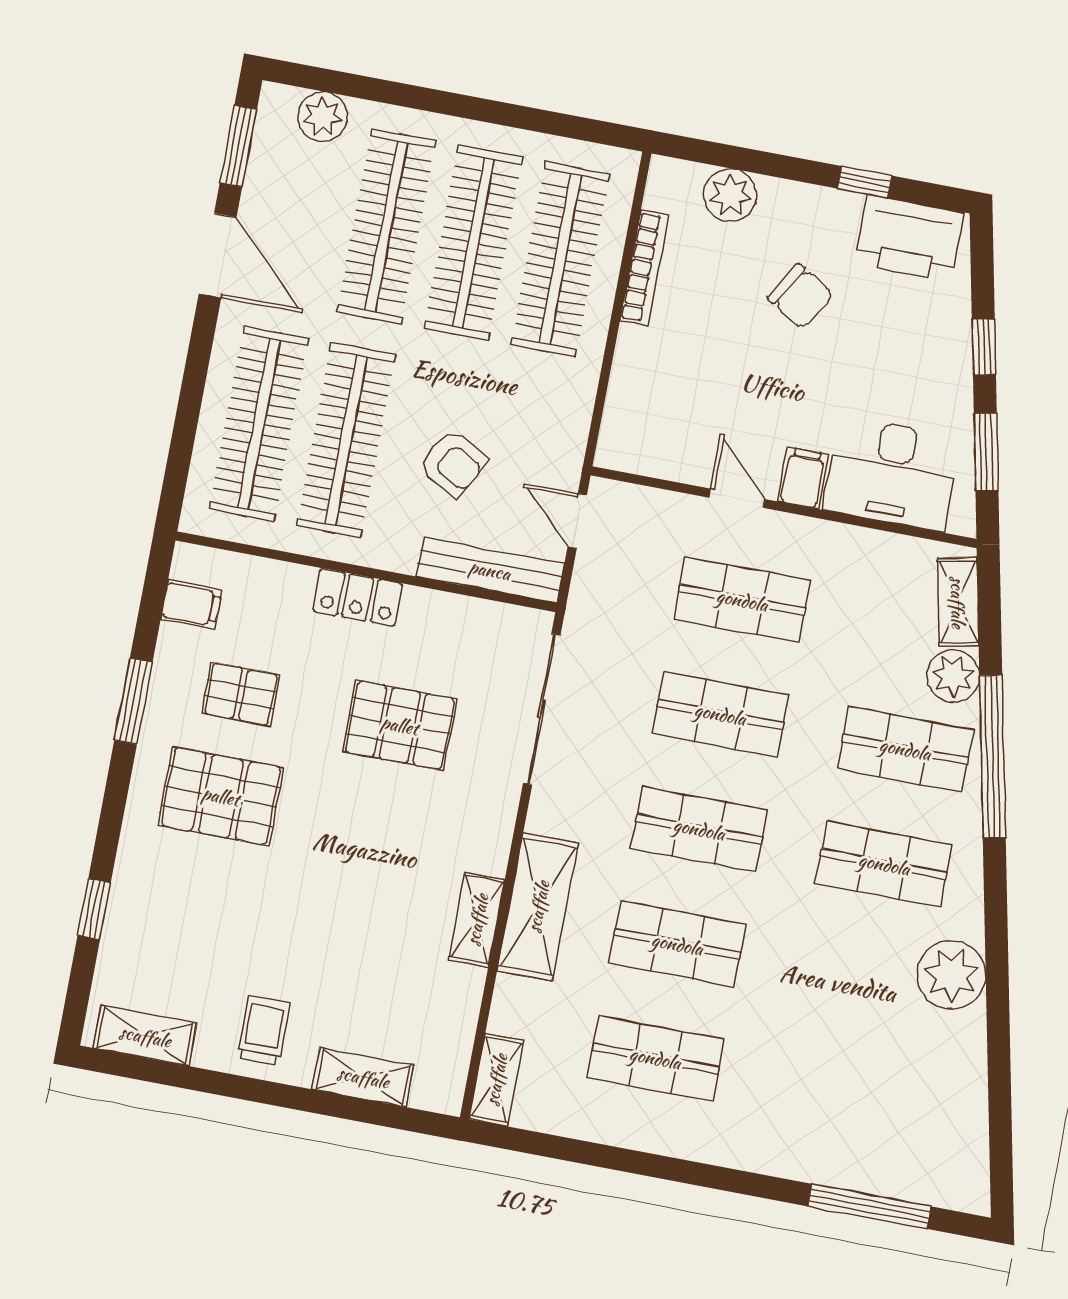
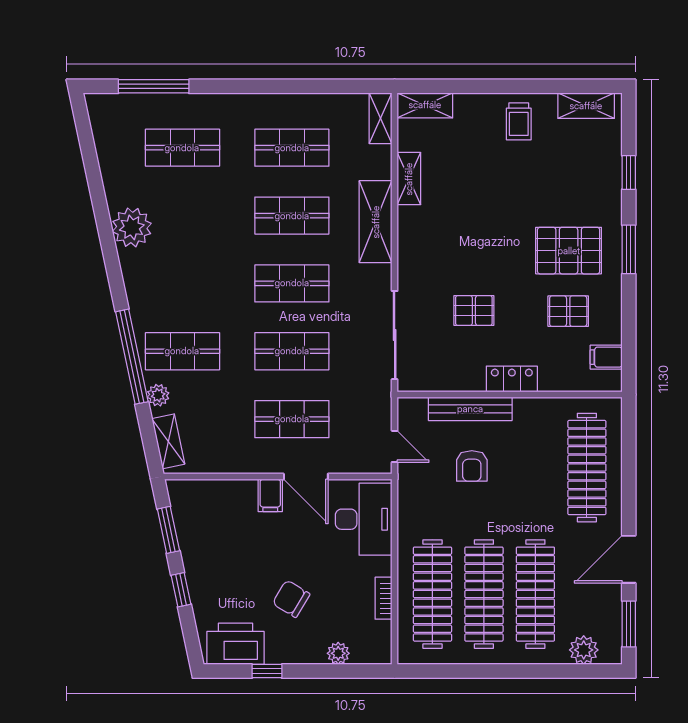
plant: (730, 195) -> (338, 653), width x0.73, depth x0.73
door: (218, 255) -> (629, 559), hinge flipped
bookcase: (644, 268) -> (384, 598), width x0.64
clothes rail: (346, 440) -> (535, 468), removed
armchair: (453, 463) -> (472, 466), turned -119
desk: (892, 473) -> (364, 519), moved, turned 90
door: (737, 498) -> (306, 477), width x1.38
bench: (490, 570) -> (470, 409), moved
plant: (953, 676) -> (158, 395), width x0.73, depth x0.73
window: (133, 701) -> (629, 249), moved
pallet: (400, 725) -> (474, 311), width x0.67, depth x0.71
shop shelf: (884, 864) -> (182, 148), moved
shelving: (477, 920) -> (409, 179), moved
shelving: (363, 1077) -> (425, 105), moved

